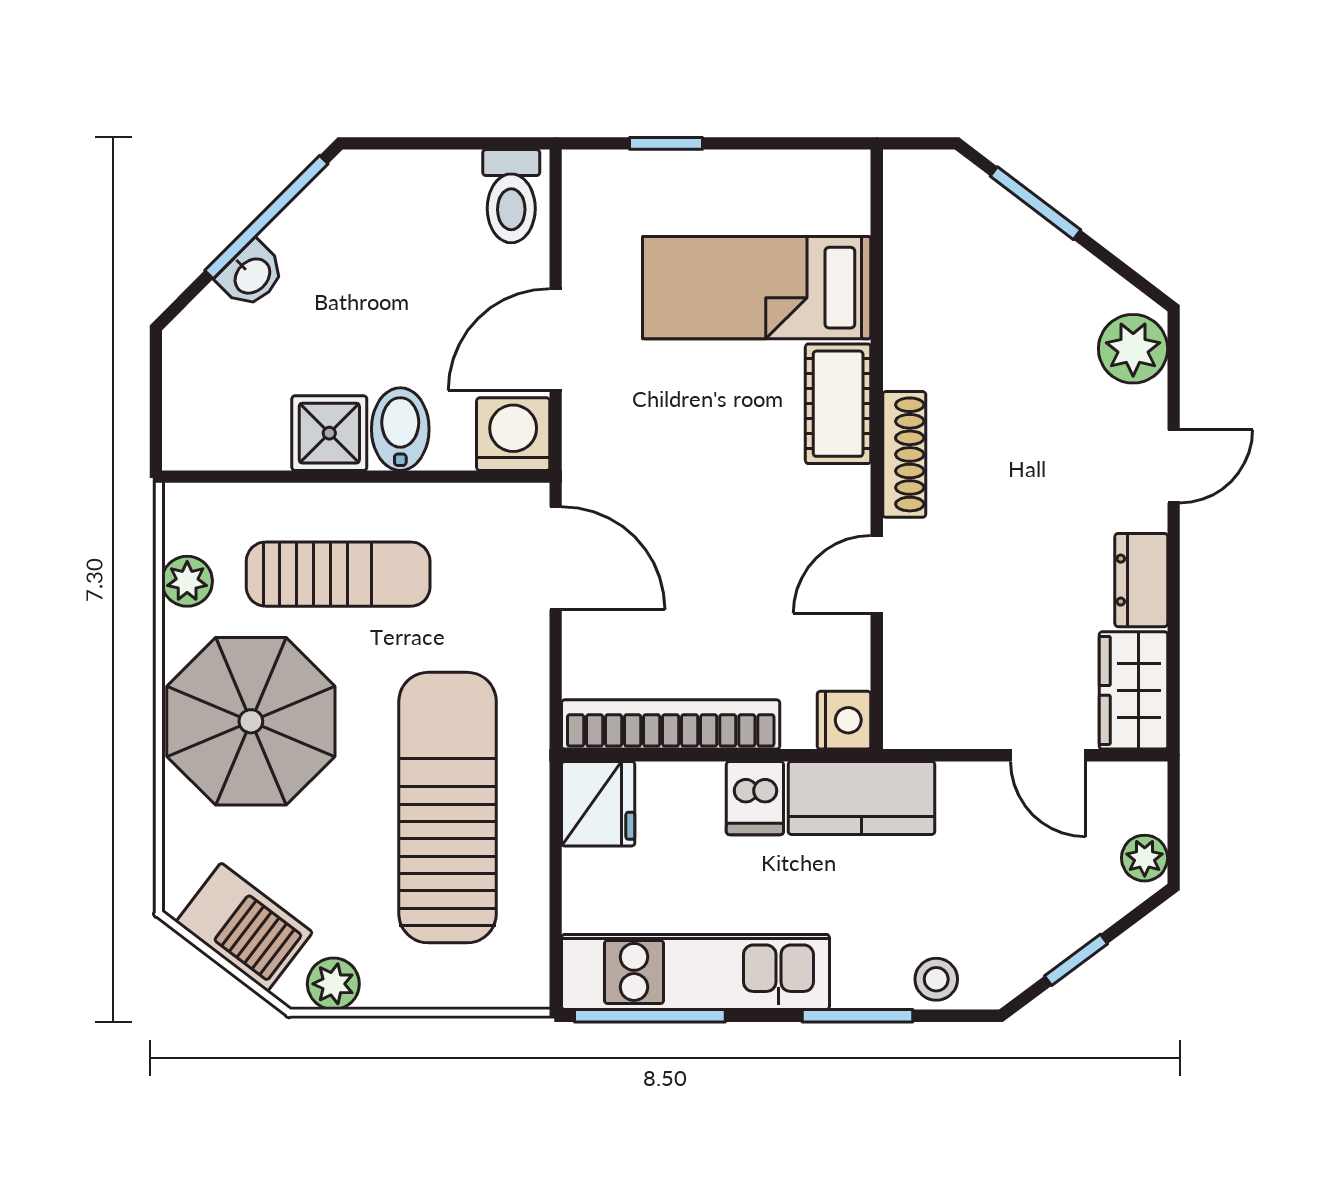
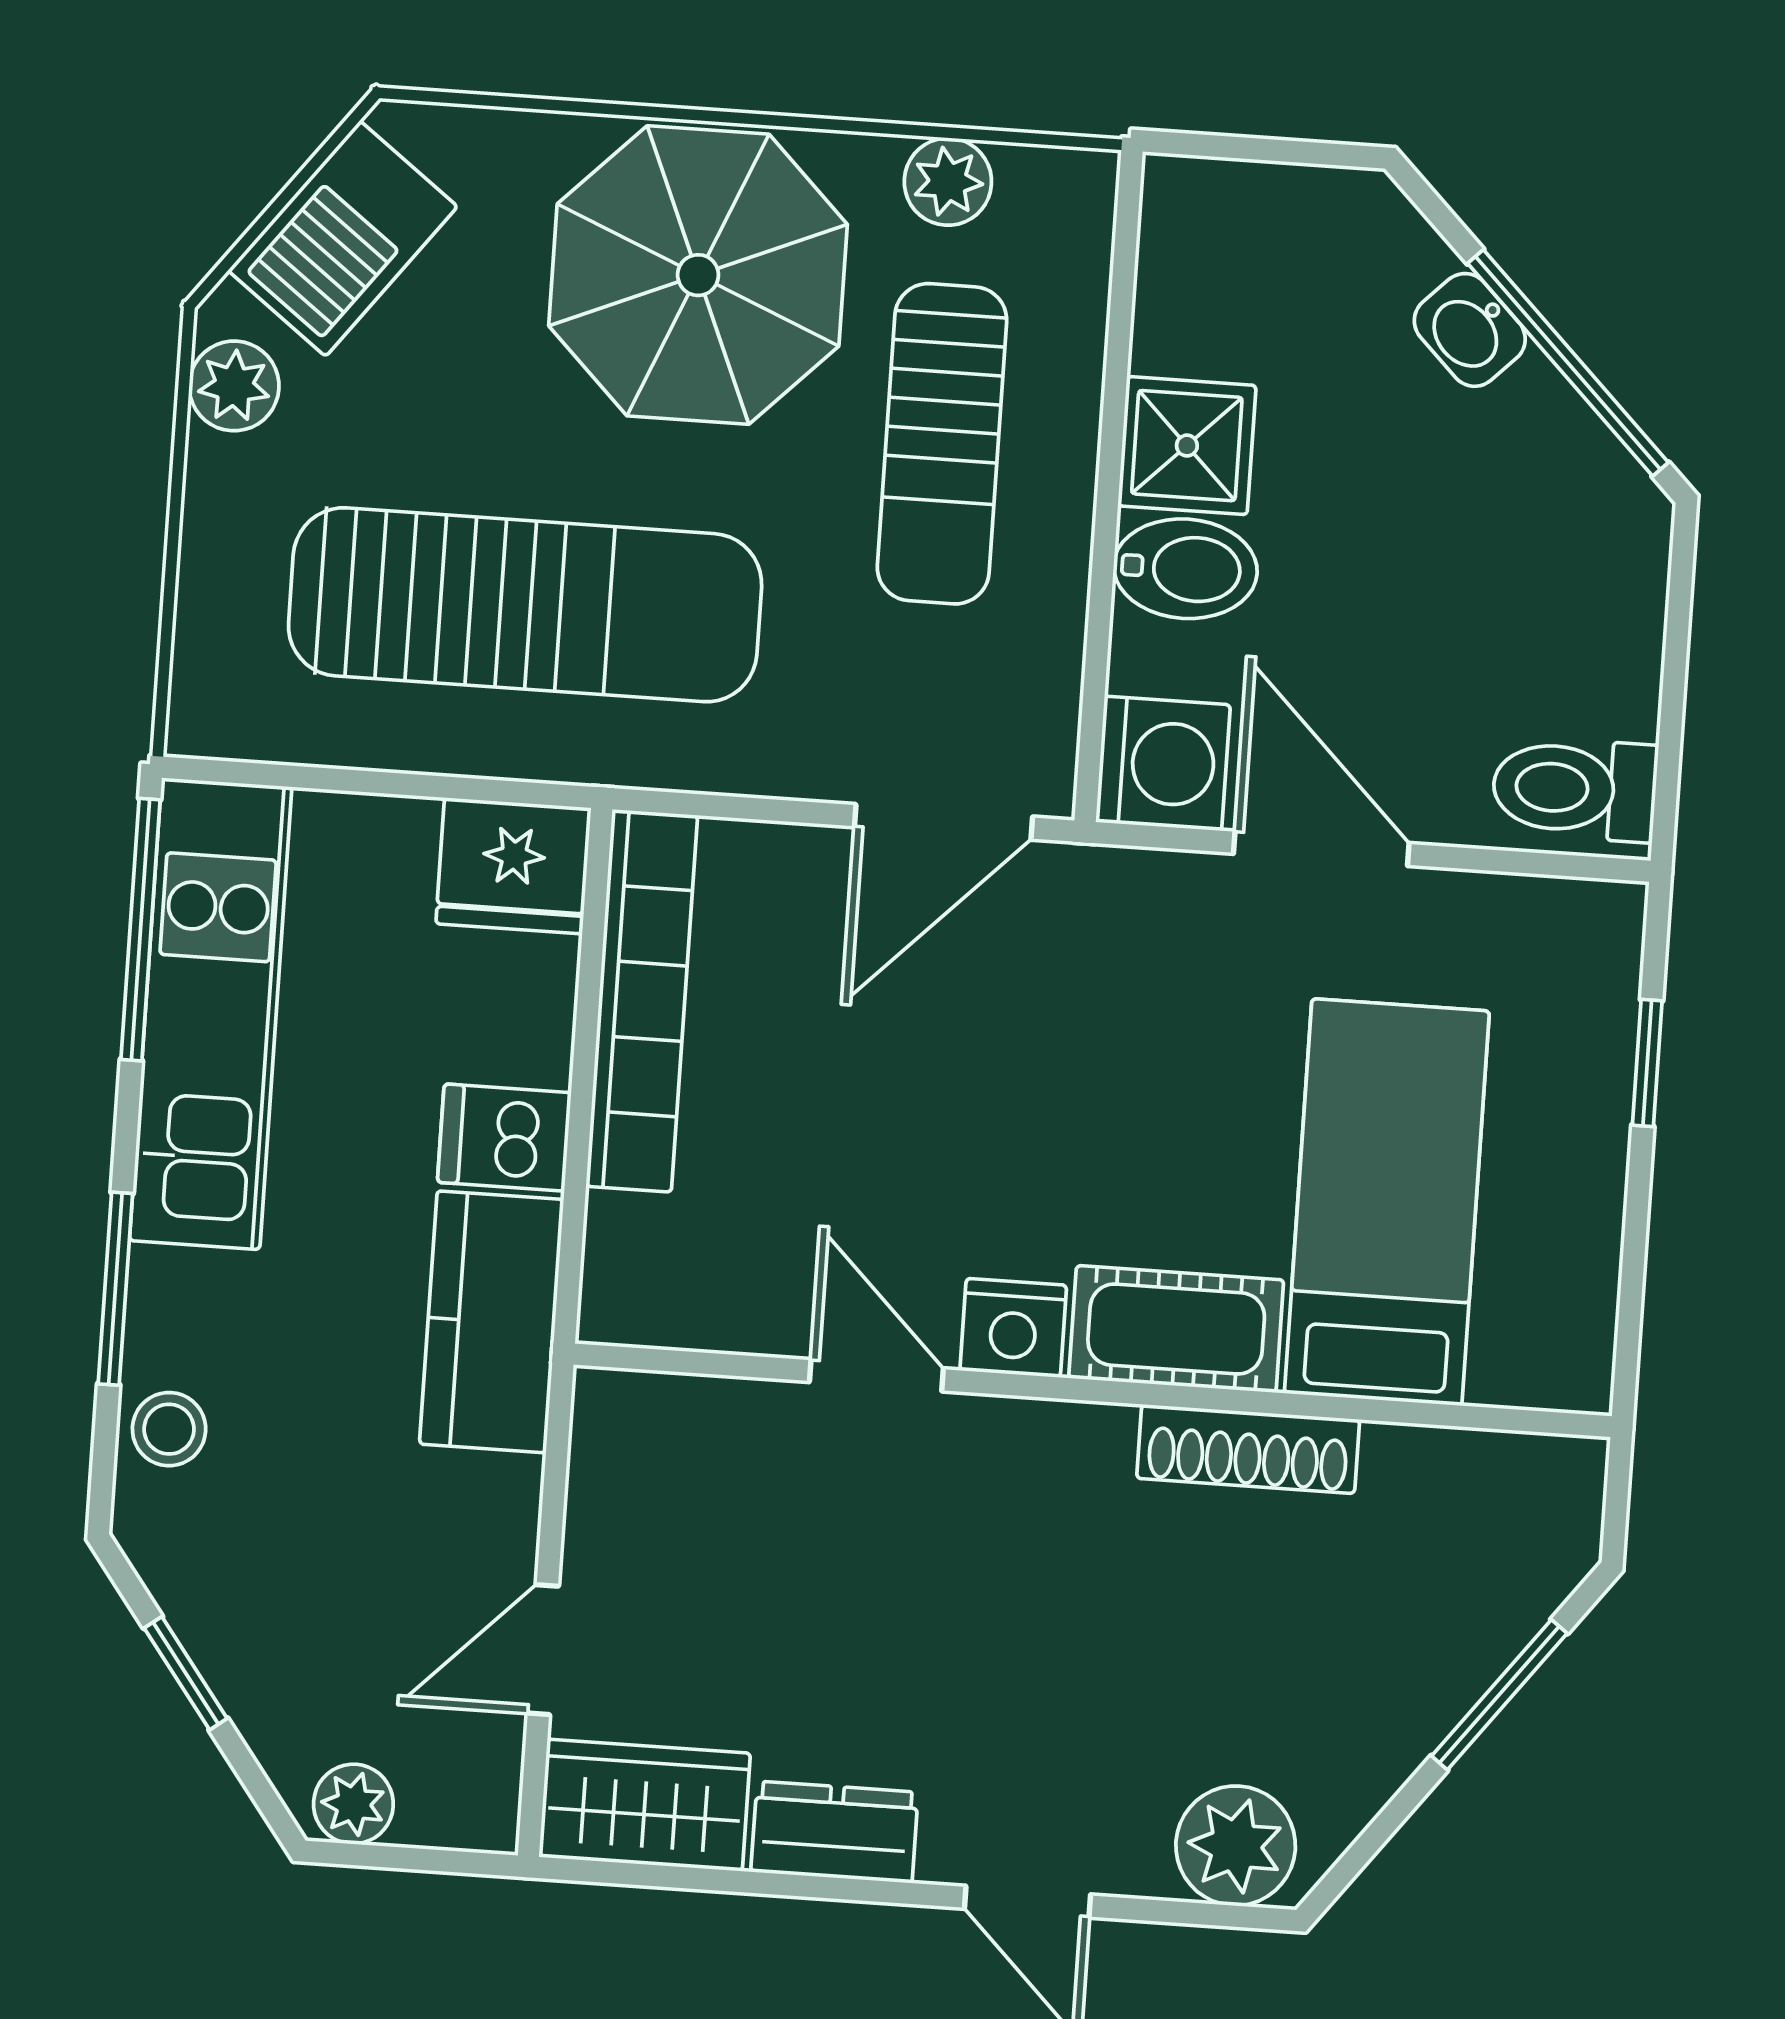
shoe rack: (904, 454) -> (1248, 1449), moved
nightstand: (844, 720) -> (1013, 1328), moved

